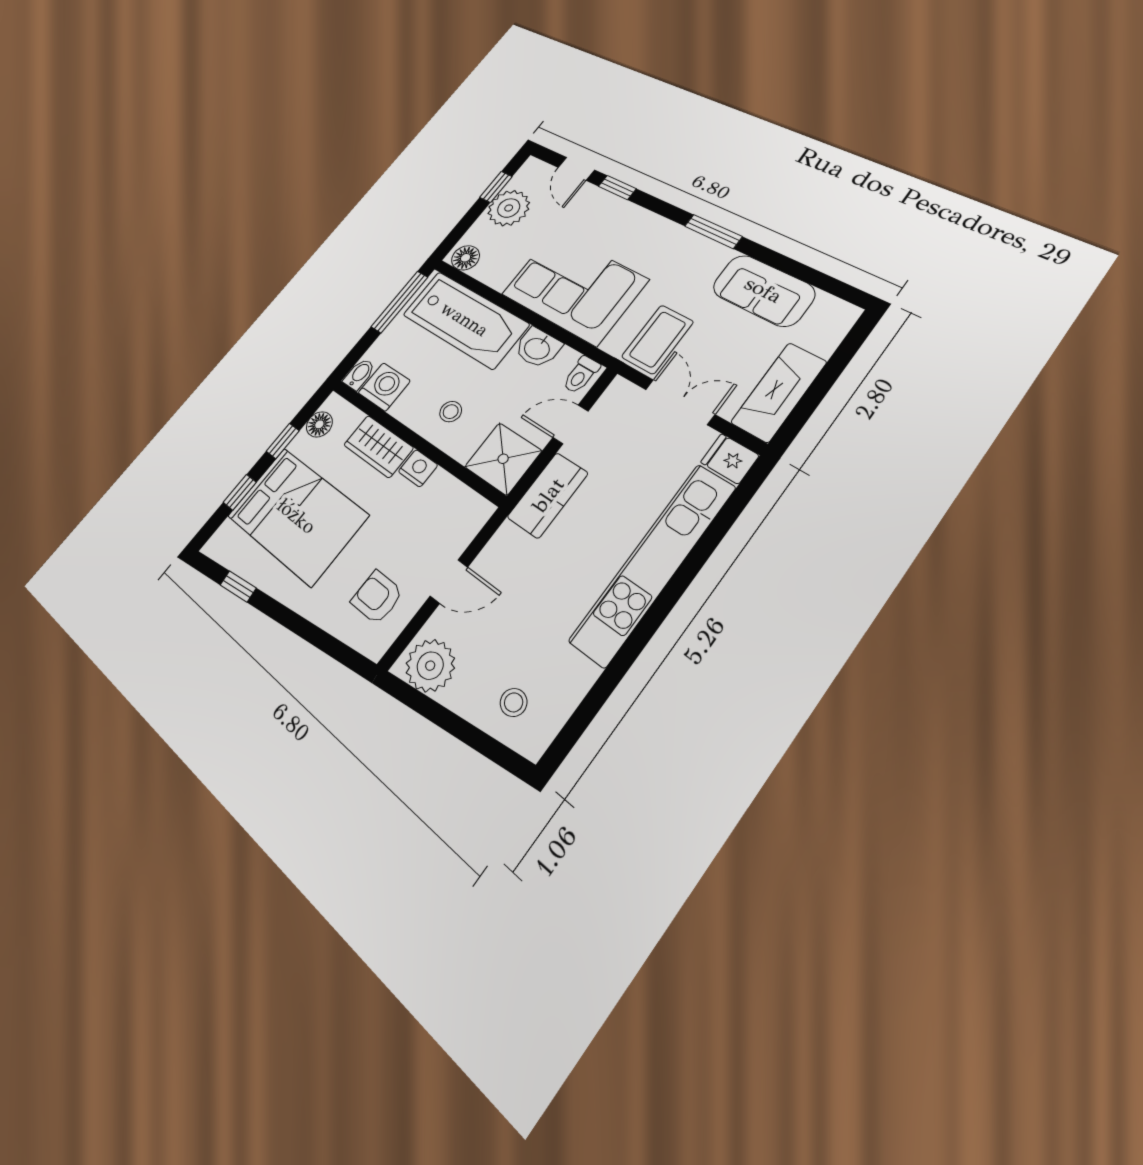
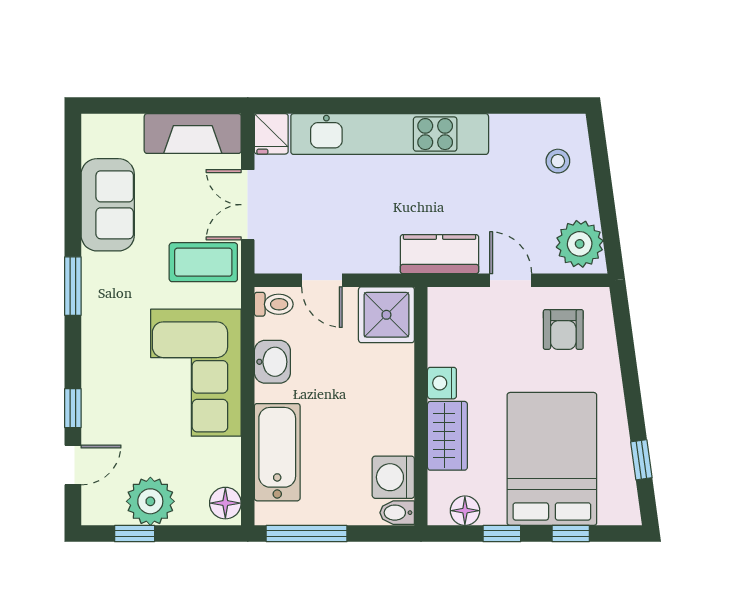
bathtub: (465, 319) -> (277, 452), width x0.73, depth x0.73
stool: (451, 412) -> (376, 395), removed
kitchen counter: (548, 495) -> (440, 254), moved

